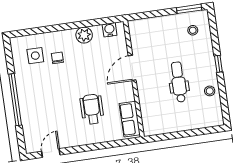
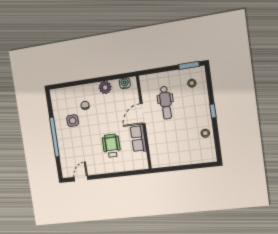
side table: (35, 56) -> (73, 121), moved
dental chair: (179, 82) -> (166, 103), moved, turned 180
row of seats: (130, 119) -> (138, 138), moved

